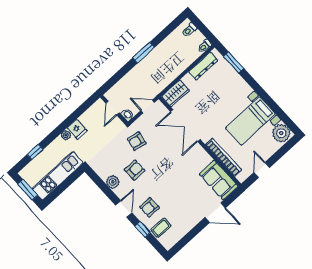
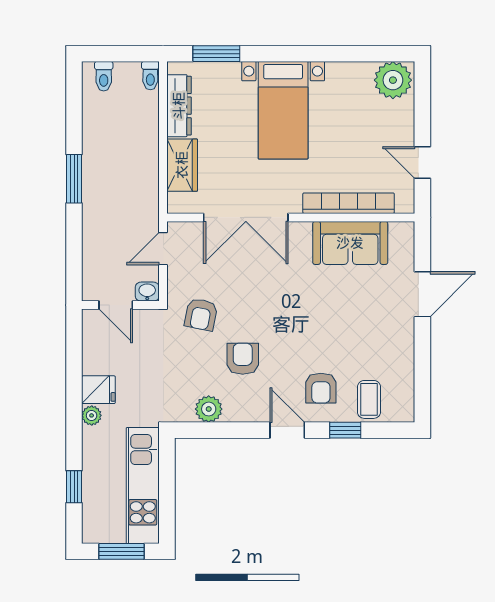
wardrobe: (175, 93) -> (182, 165), moved
bed with nightstands: (251, 121) -> (283, 110), moved
sofa: (219, 180) -> (350, 243), moved
plant: (113, 182) -> (209, 409), moved

